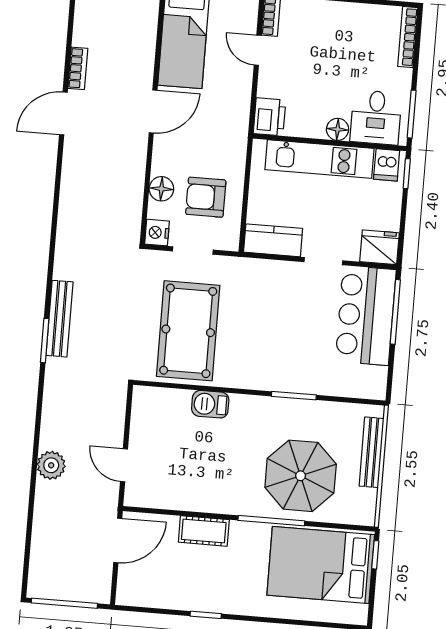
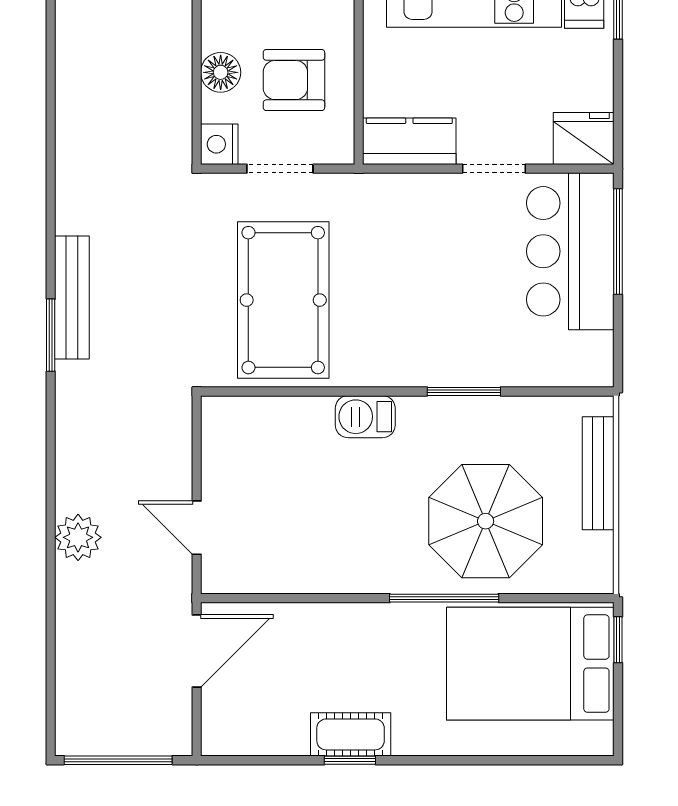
barbecue: (210, 404) -> (365, 417), moved
cot: (204, 531) -> (351, 734), moved

